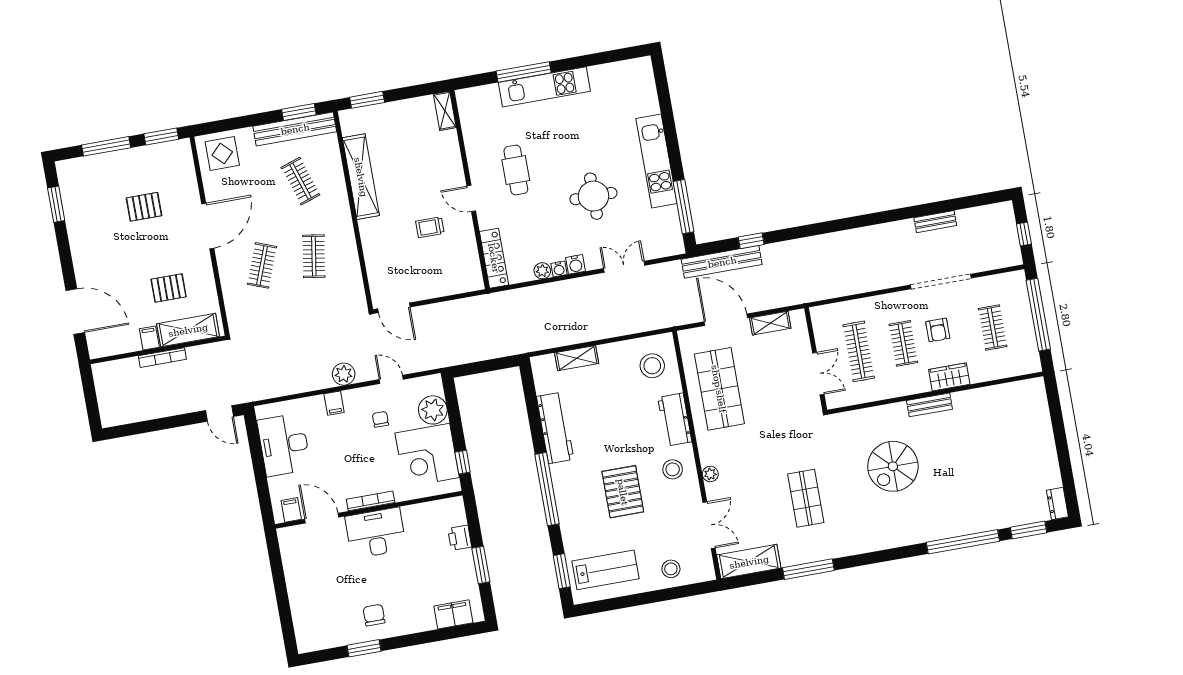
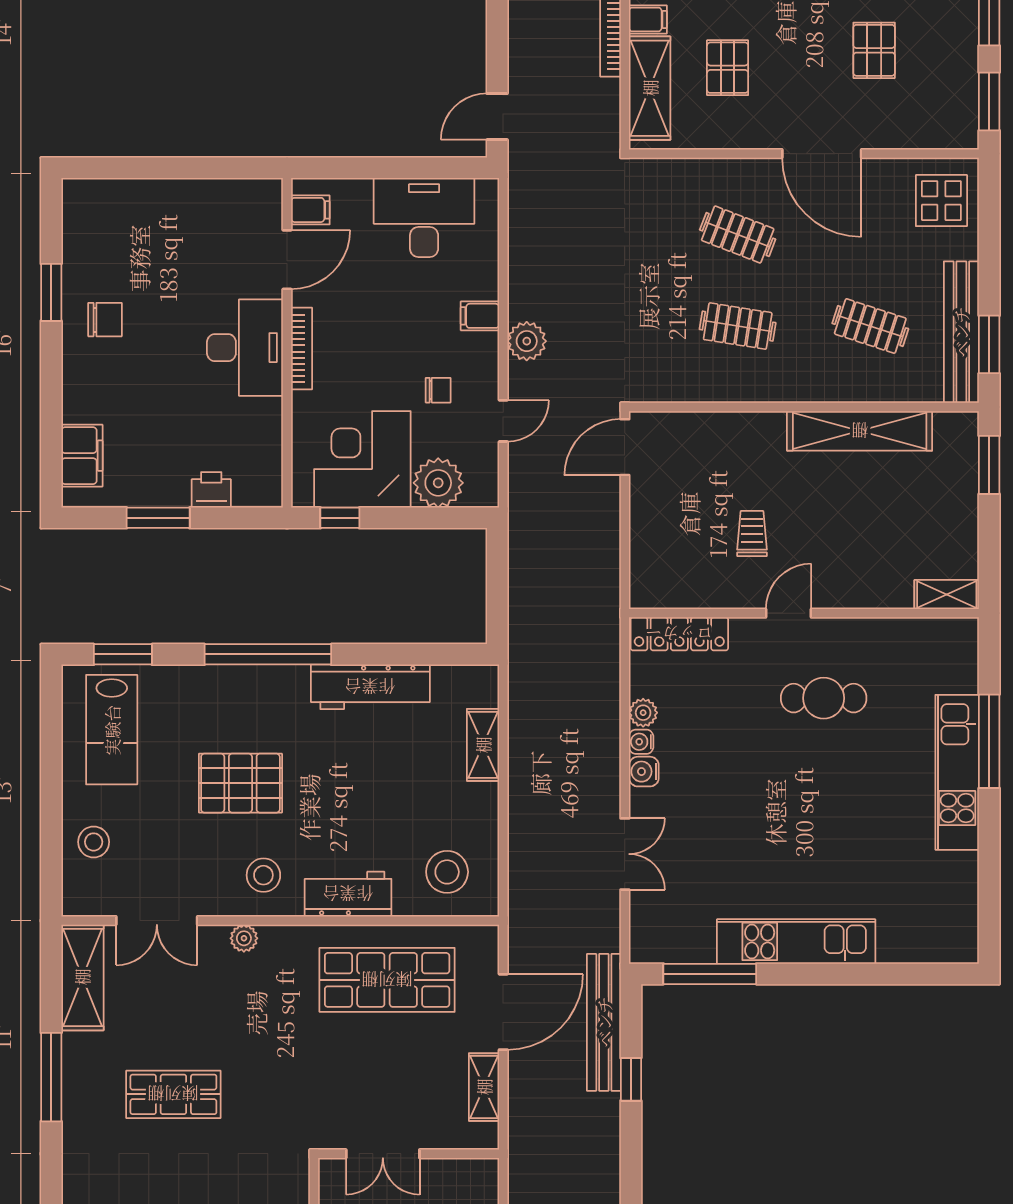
clothes rail: (300, 181) -> (870, 326), turned 36
round table: (593, 196) -> (755, 823), removed

